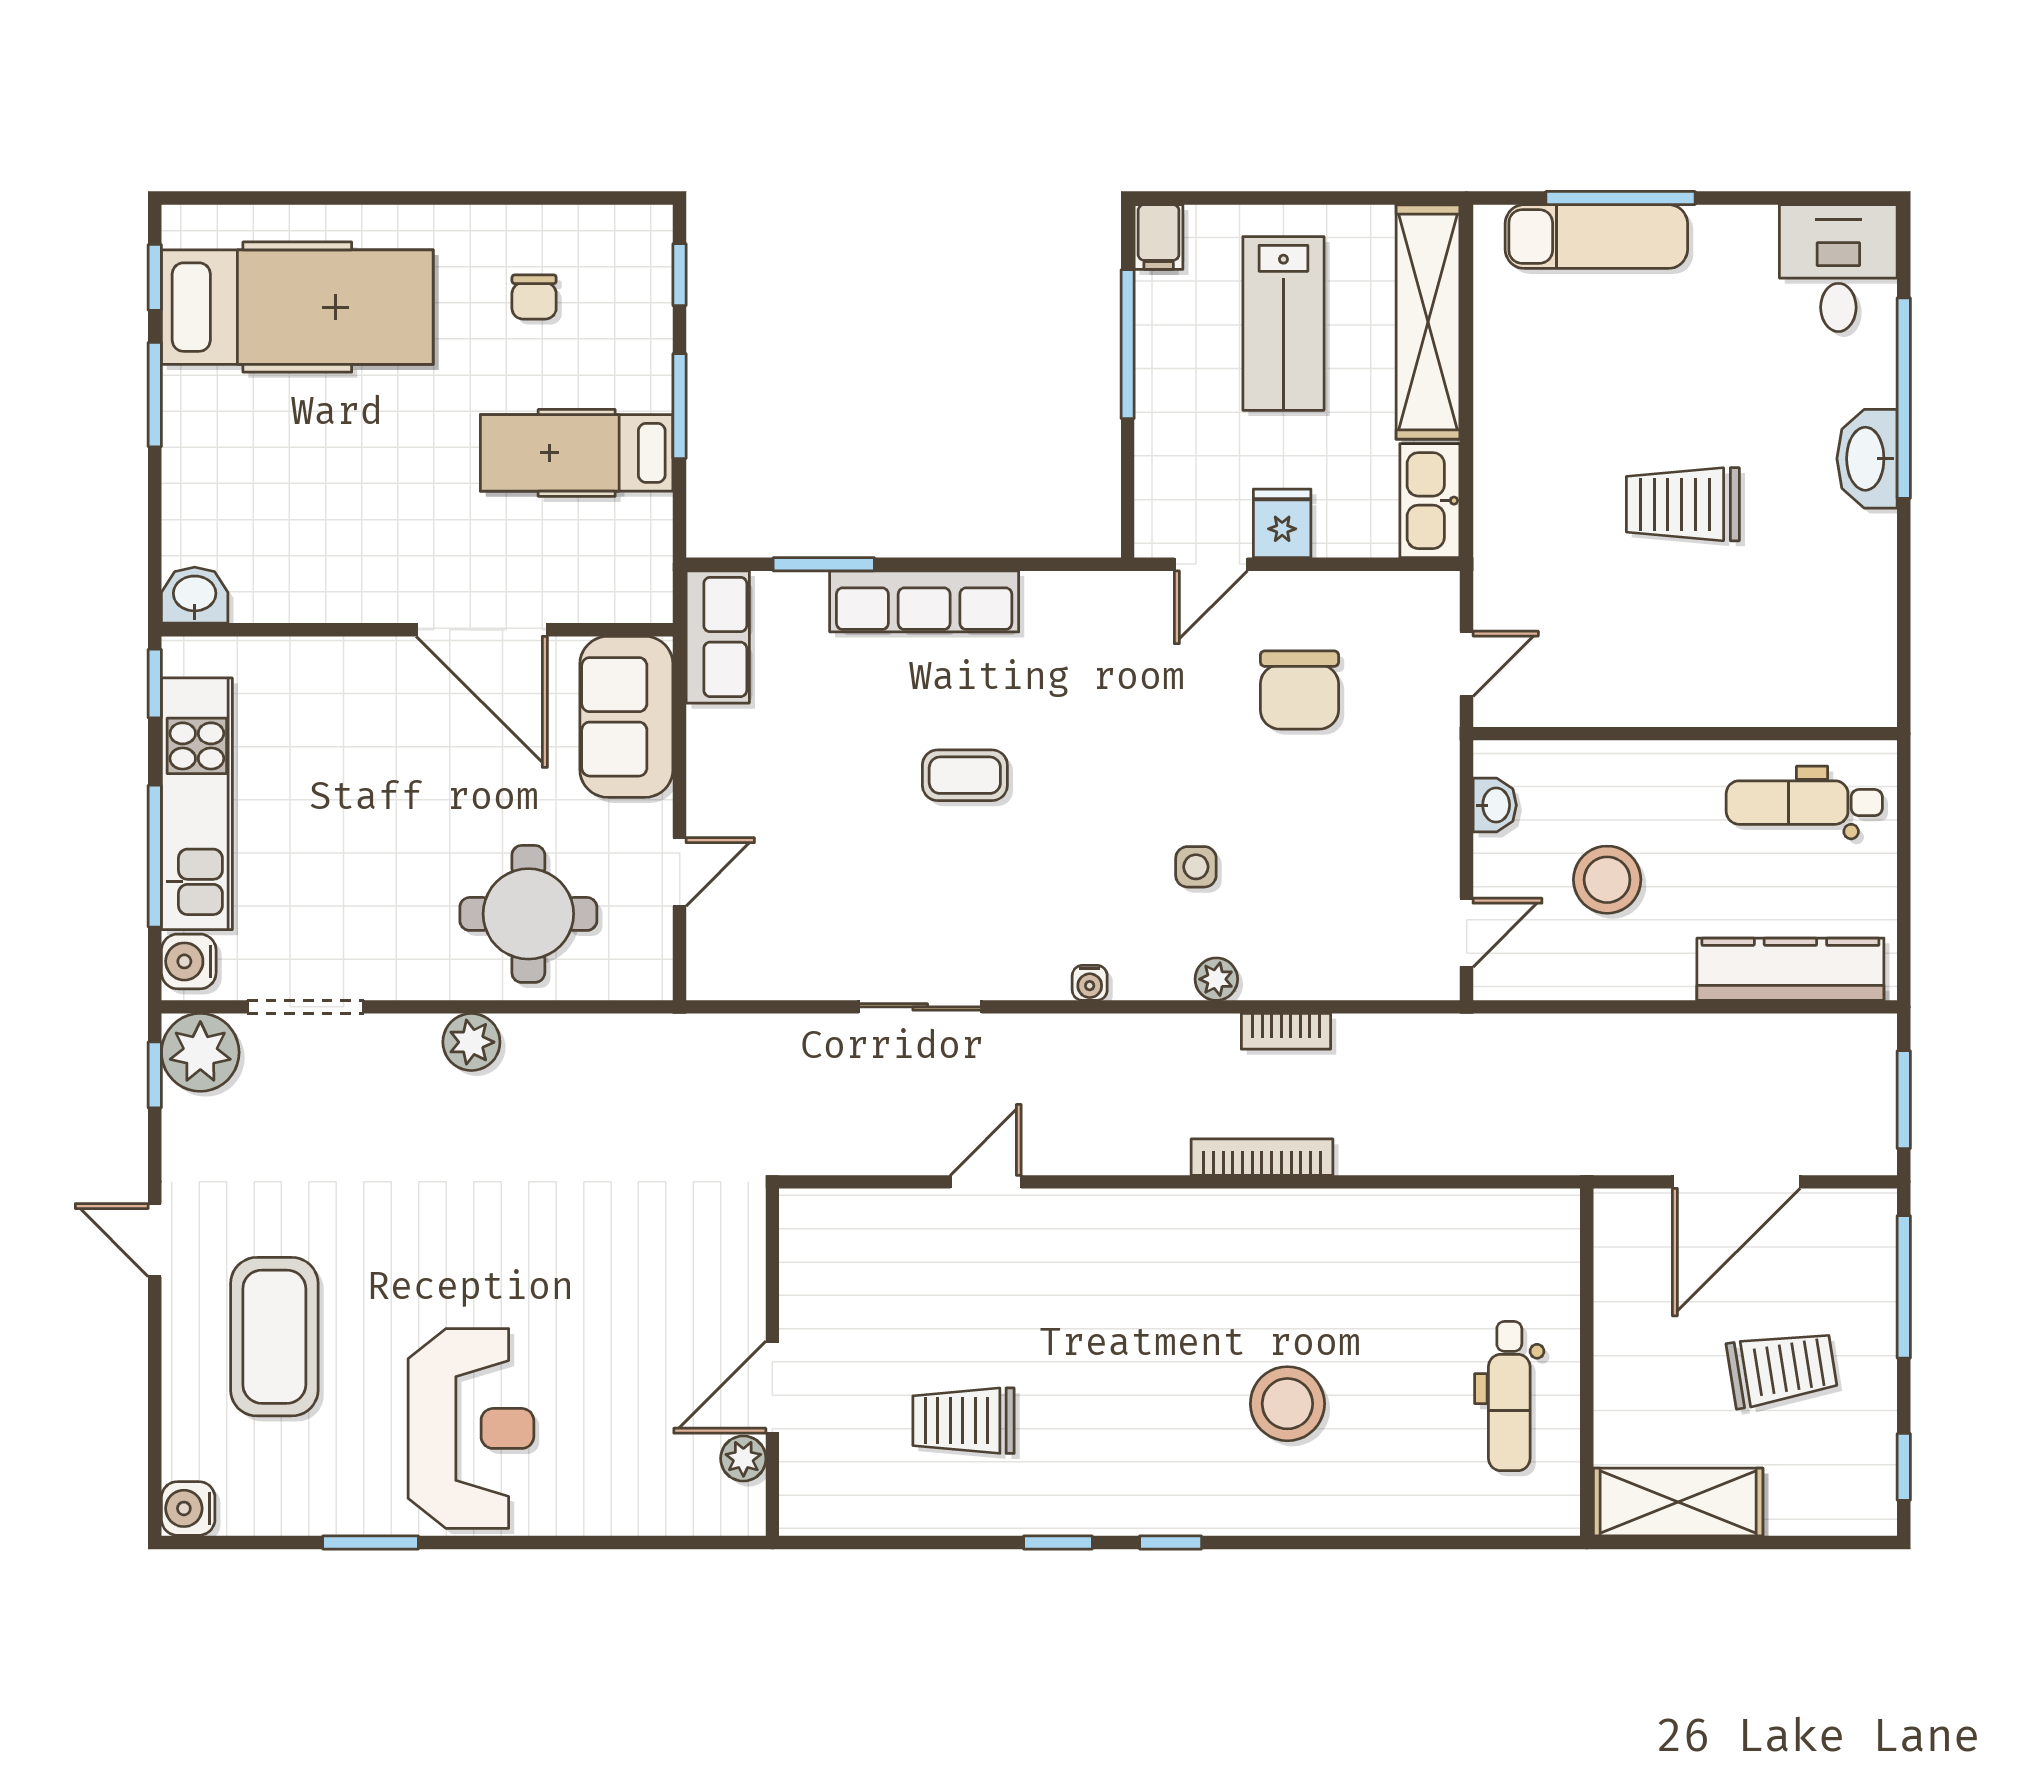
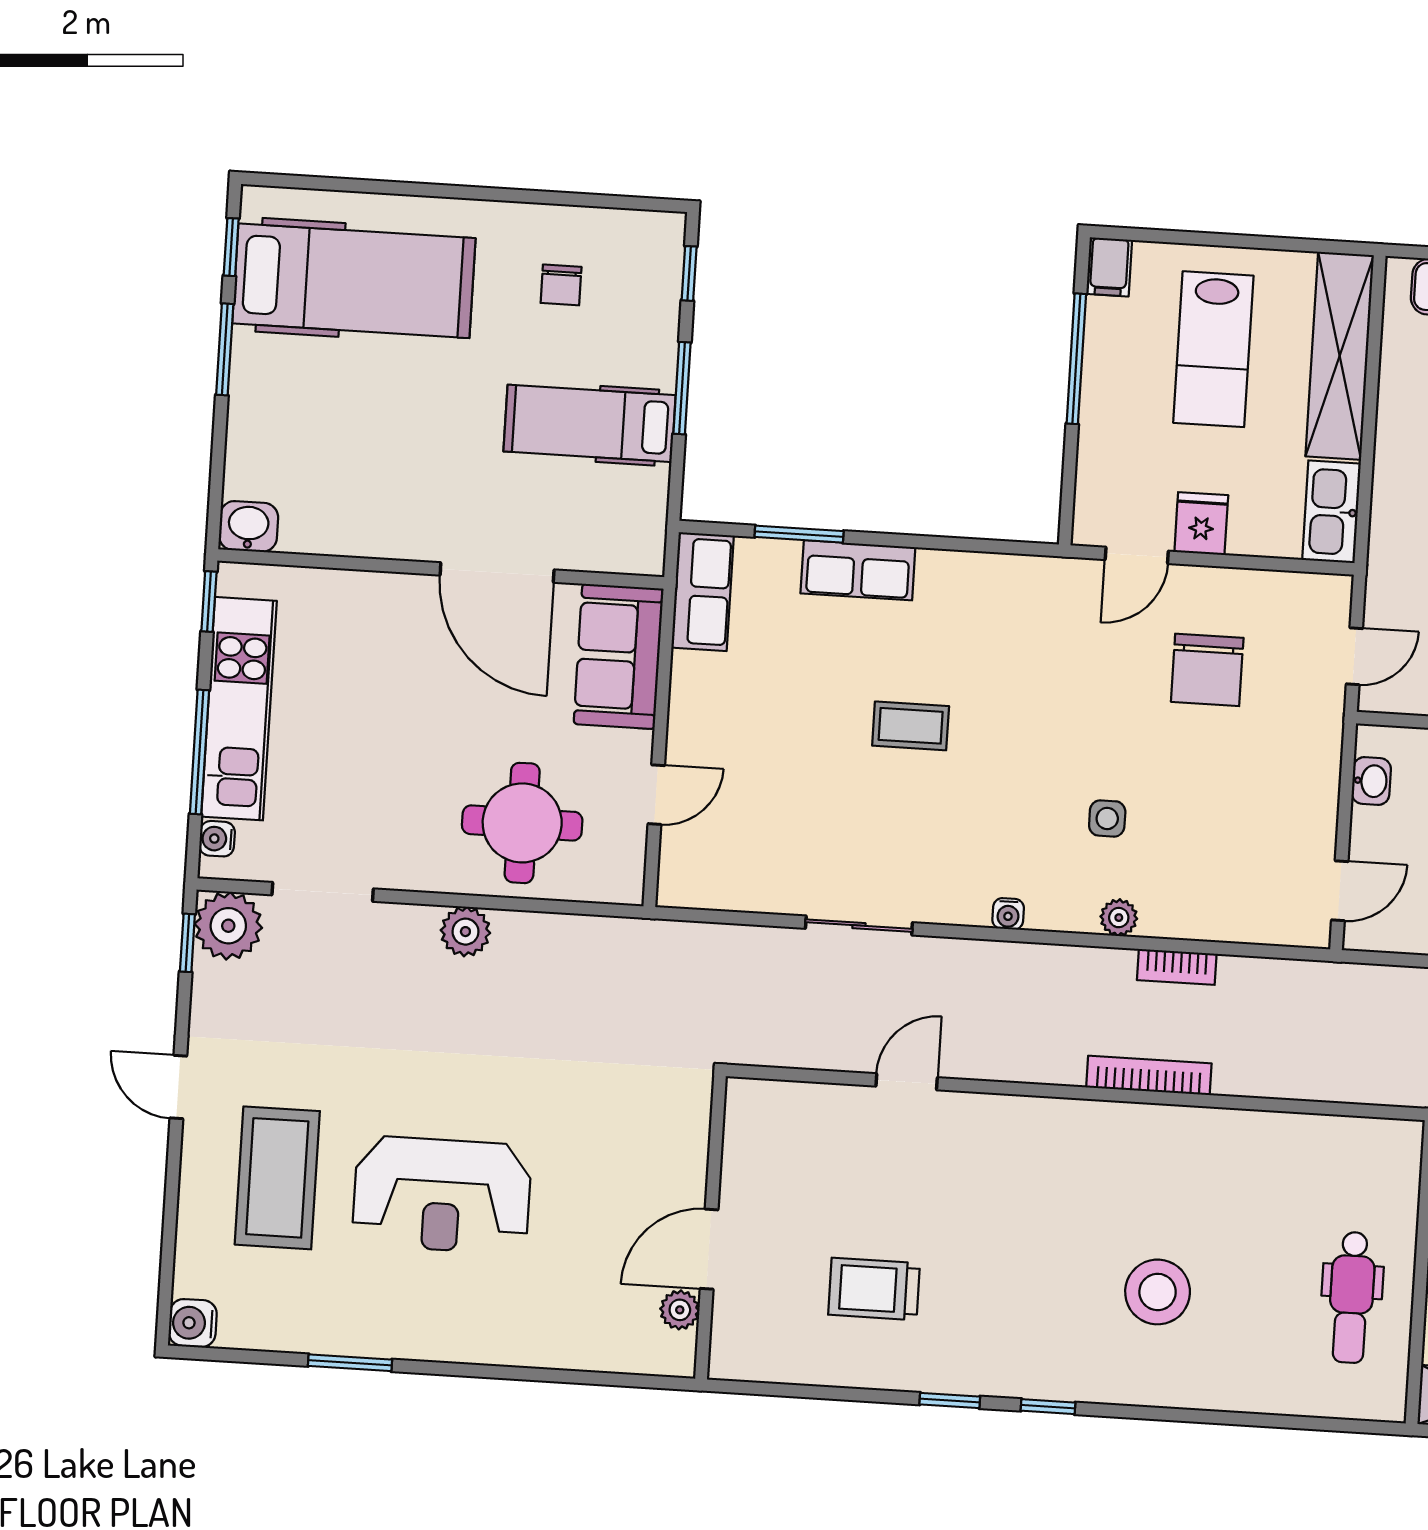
row of seats: (924, 601) -> (858, 570), width x0.68
water cooler: (189, 961) -> (217, 839), width x0.72, depth x0.72
reception desk: (471, 1428) -> (442, 1195), moved, turned 90

